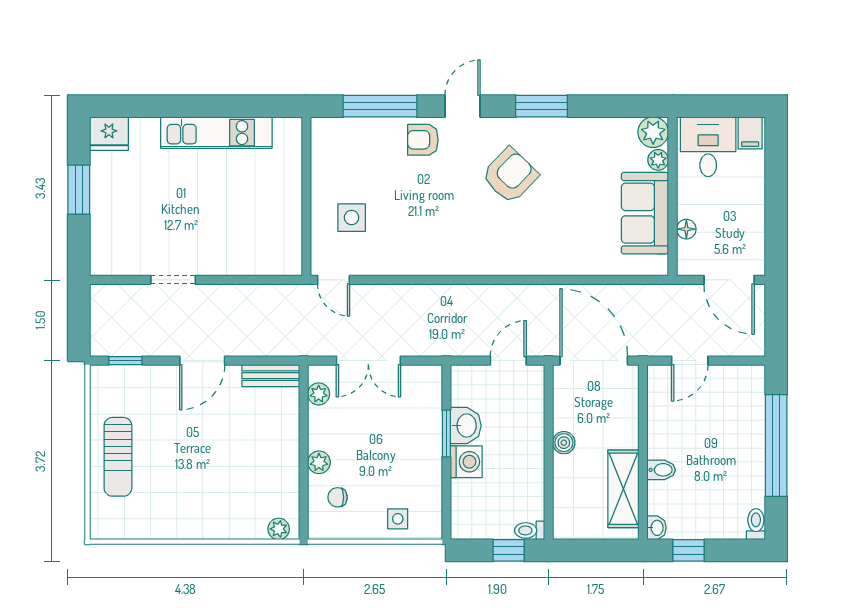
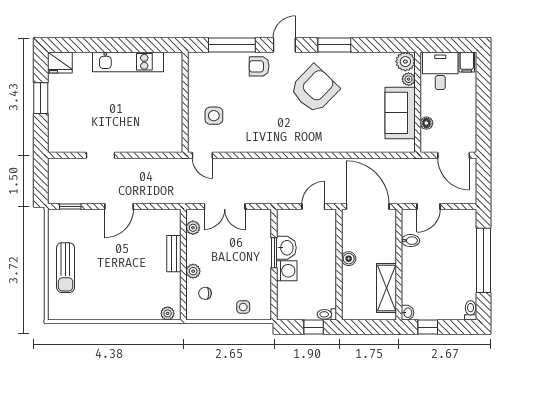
armchair: (510, 175) -> (314, 89), width x1.36, depth x1.36
bench: (271, 376) -> (174, 254), moved, turned 90
bidet: (661, 470) -> (410, 241), moved

